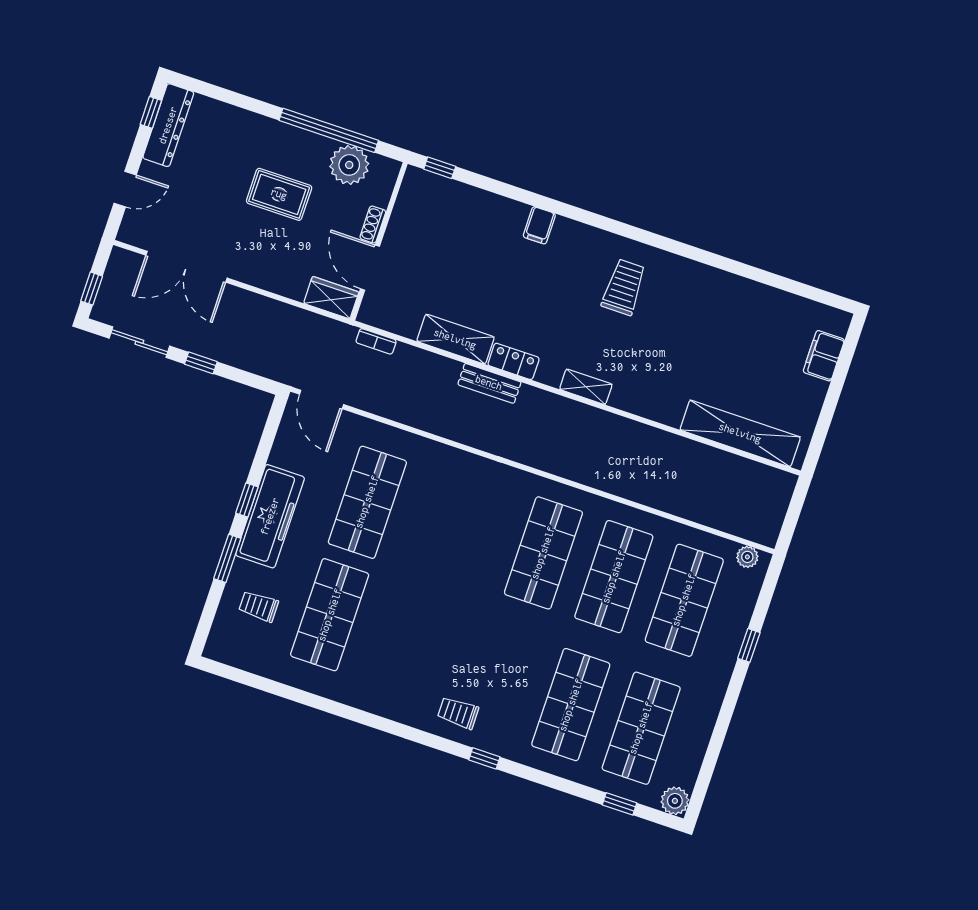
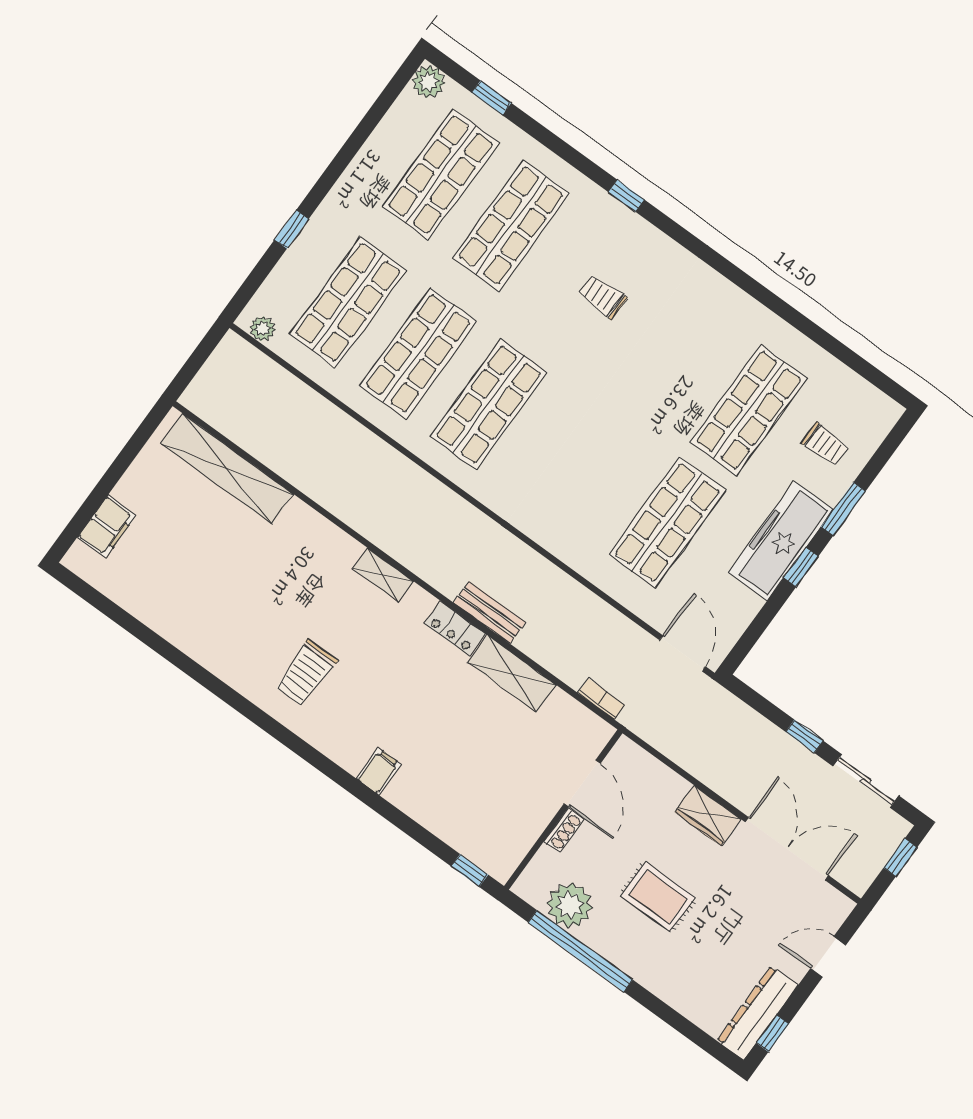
wardrobe: (331, 298) -> (708, 816), moved
trolley: (458, 713) -> (602, 296), moved, turned 180

